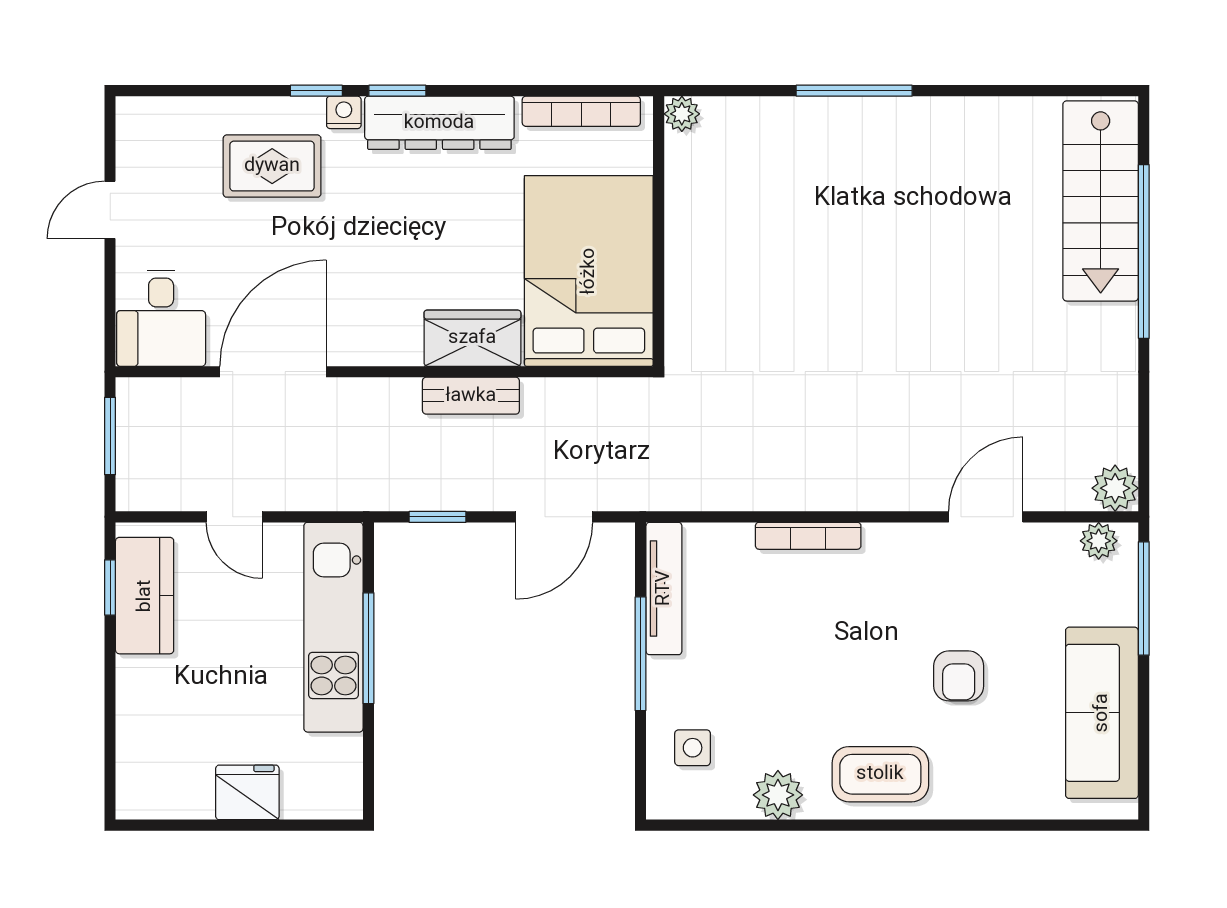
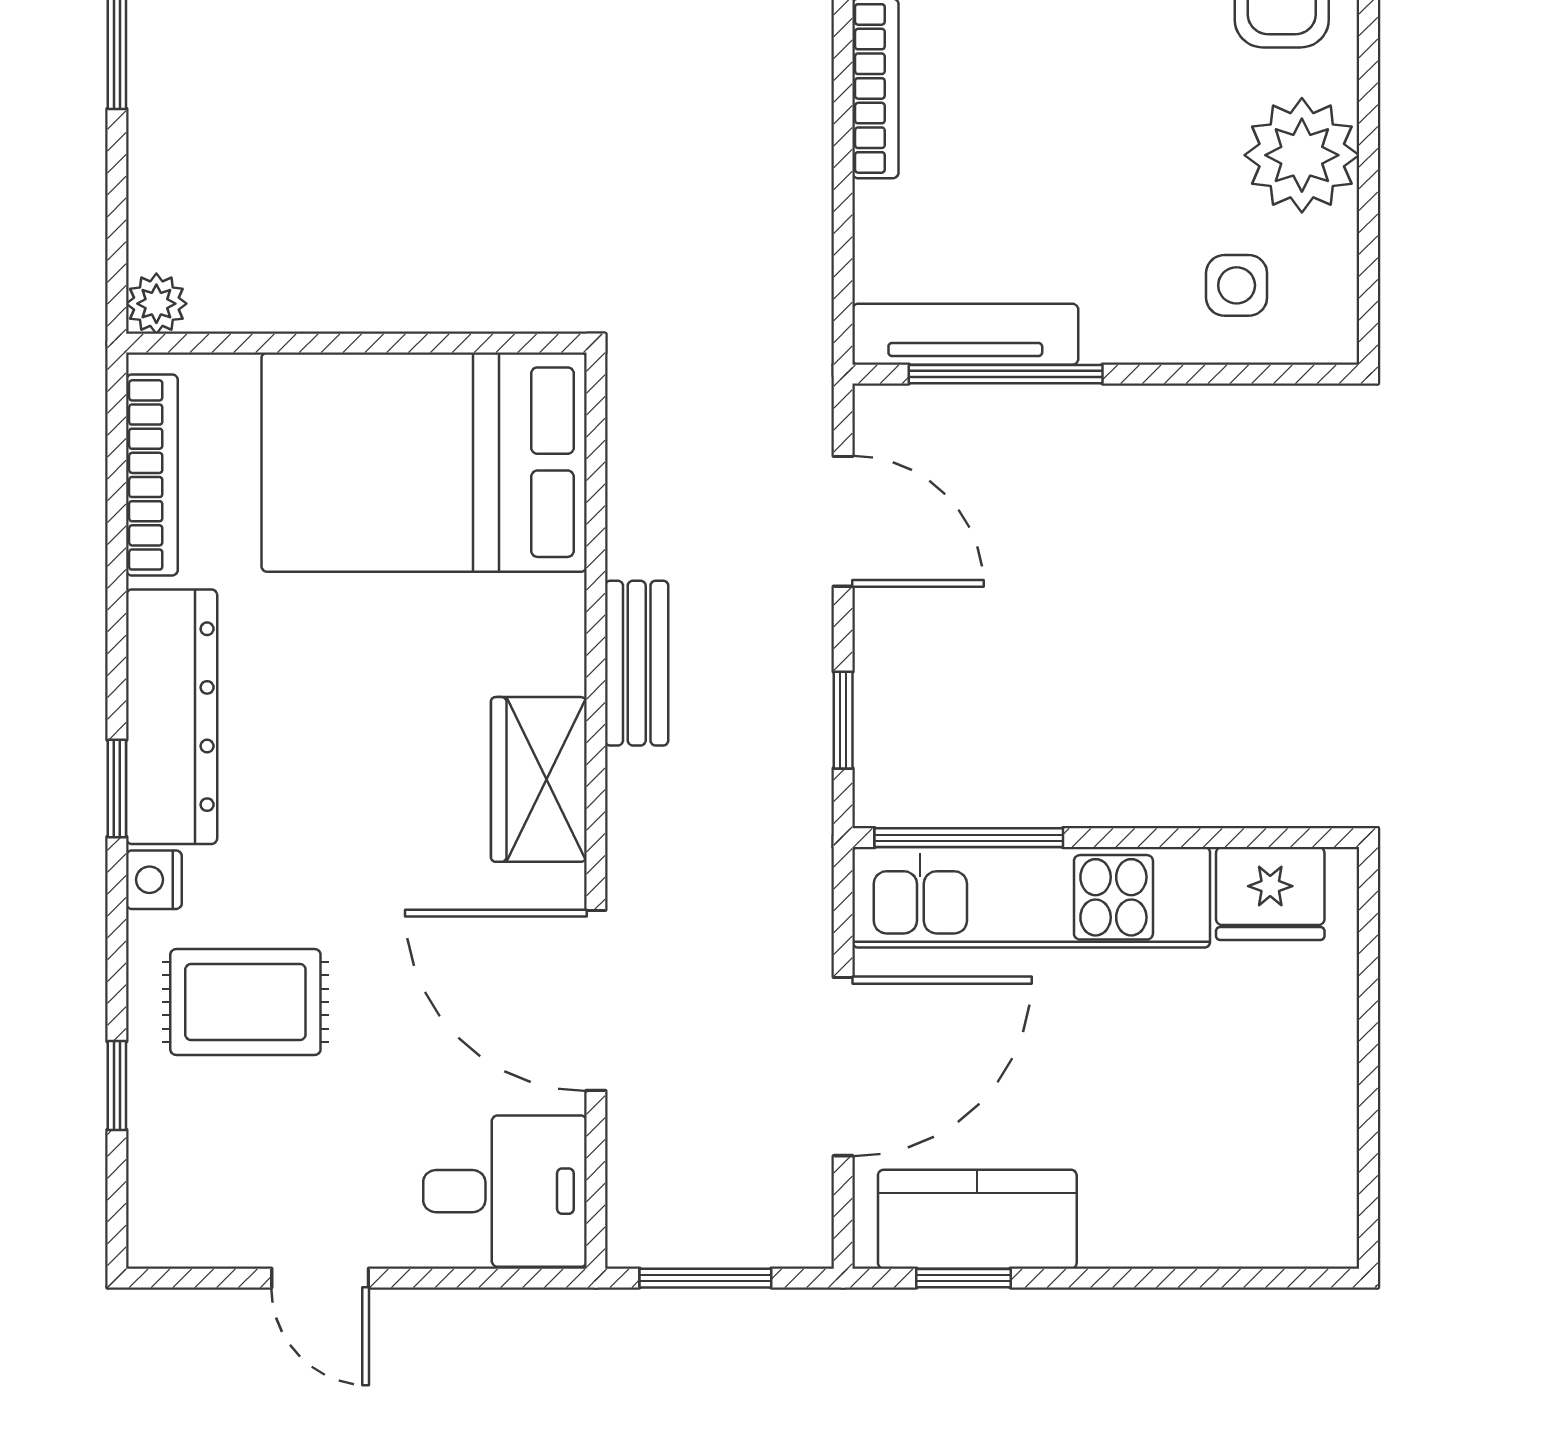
window: (316, 91) -> (117, 1086), moved
rug: (272, 166) -> (245, 1002), turned 90
wardrobe: (472, 338) -> (539, 779), moved
door: (234, 517) -> (843, 1066), width x1.87
window: (368, 648) -> (969, 838), moved
window: (641, 654) -> (1006, 374), moved
fridge: (247, 792) -> (1270, 893), moved, turned -90
plant: (778, 795) -> (1302, 155), width x1.36, depth x1.36

